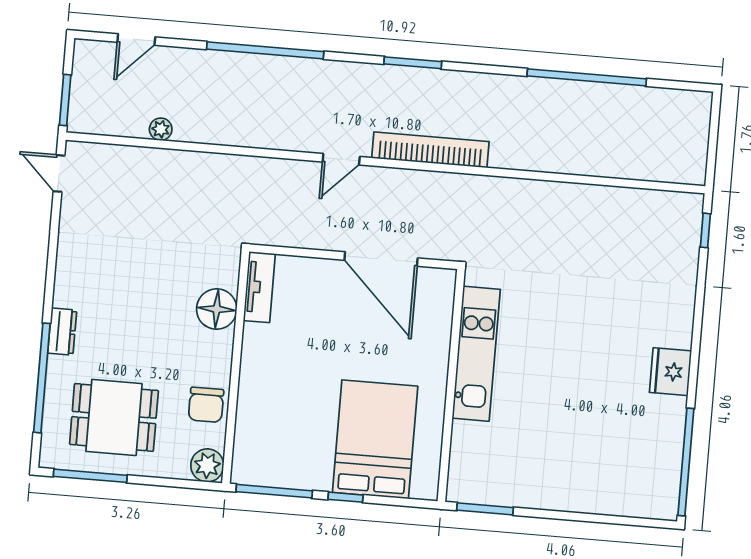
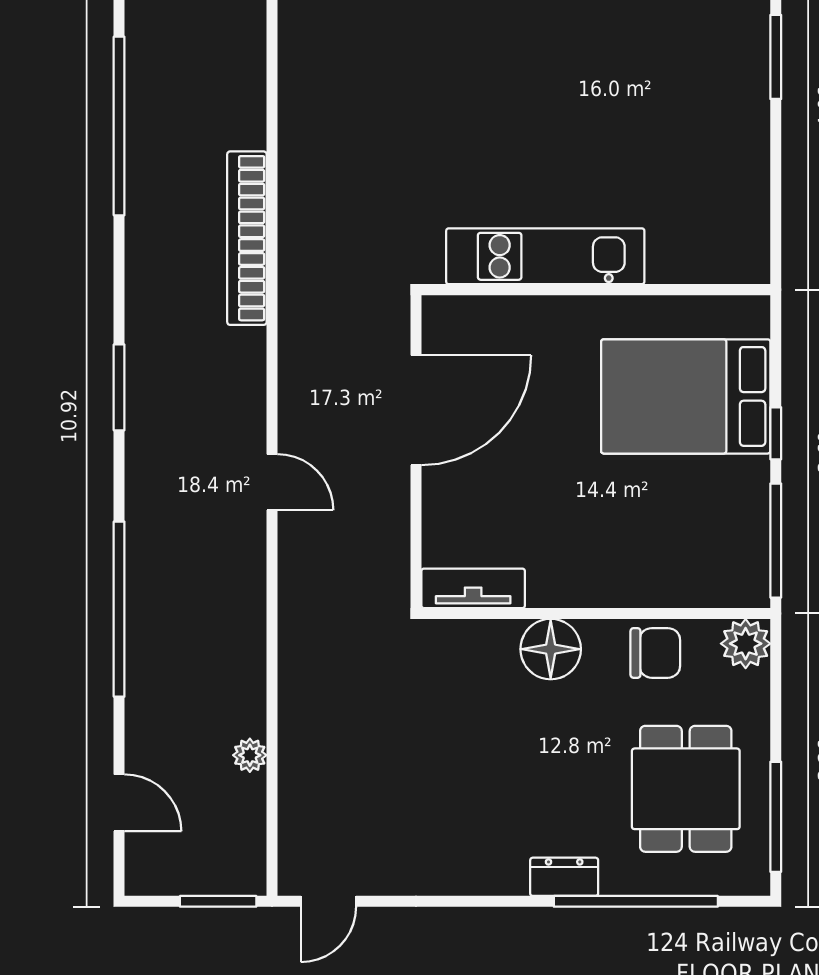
bookcase: (430, 150) -> (247, 238), moved
floor lamp: (217, 309) -> (551, 649), moved
window: (485, 509) -> (776, 57), moved

